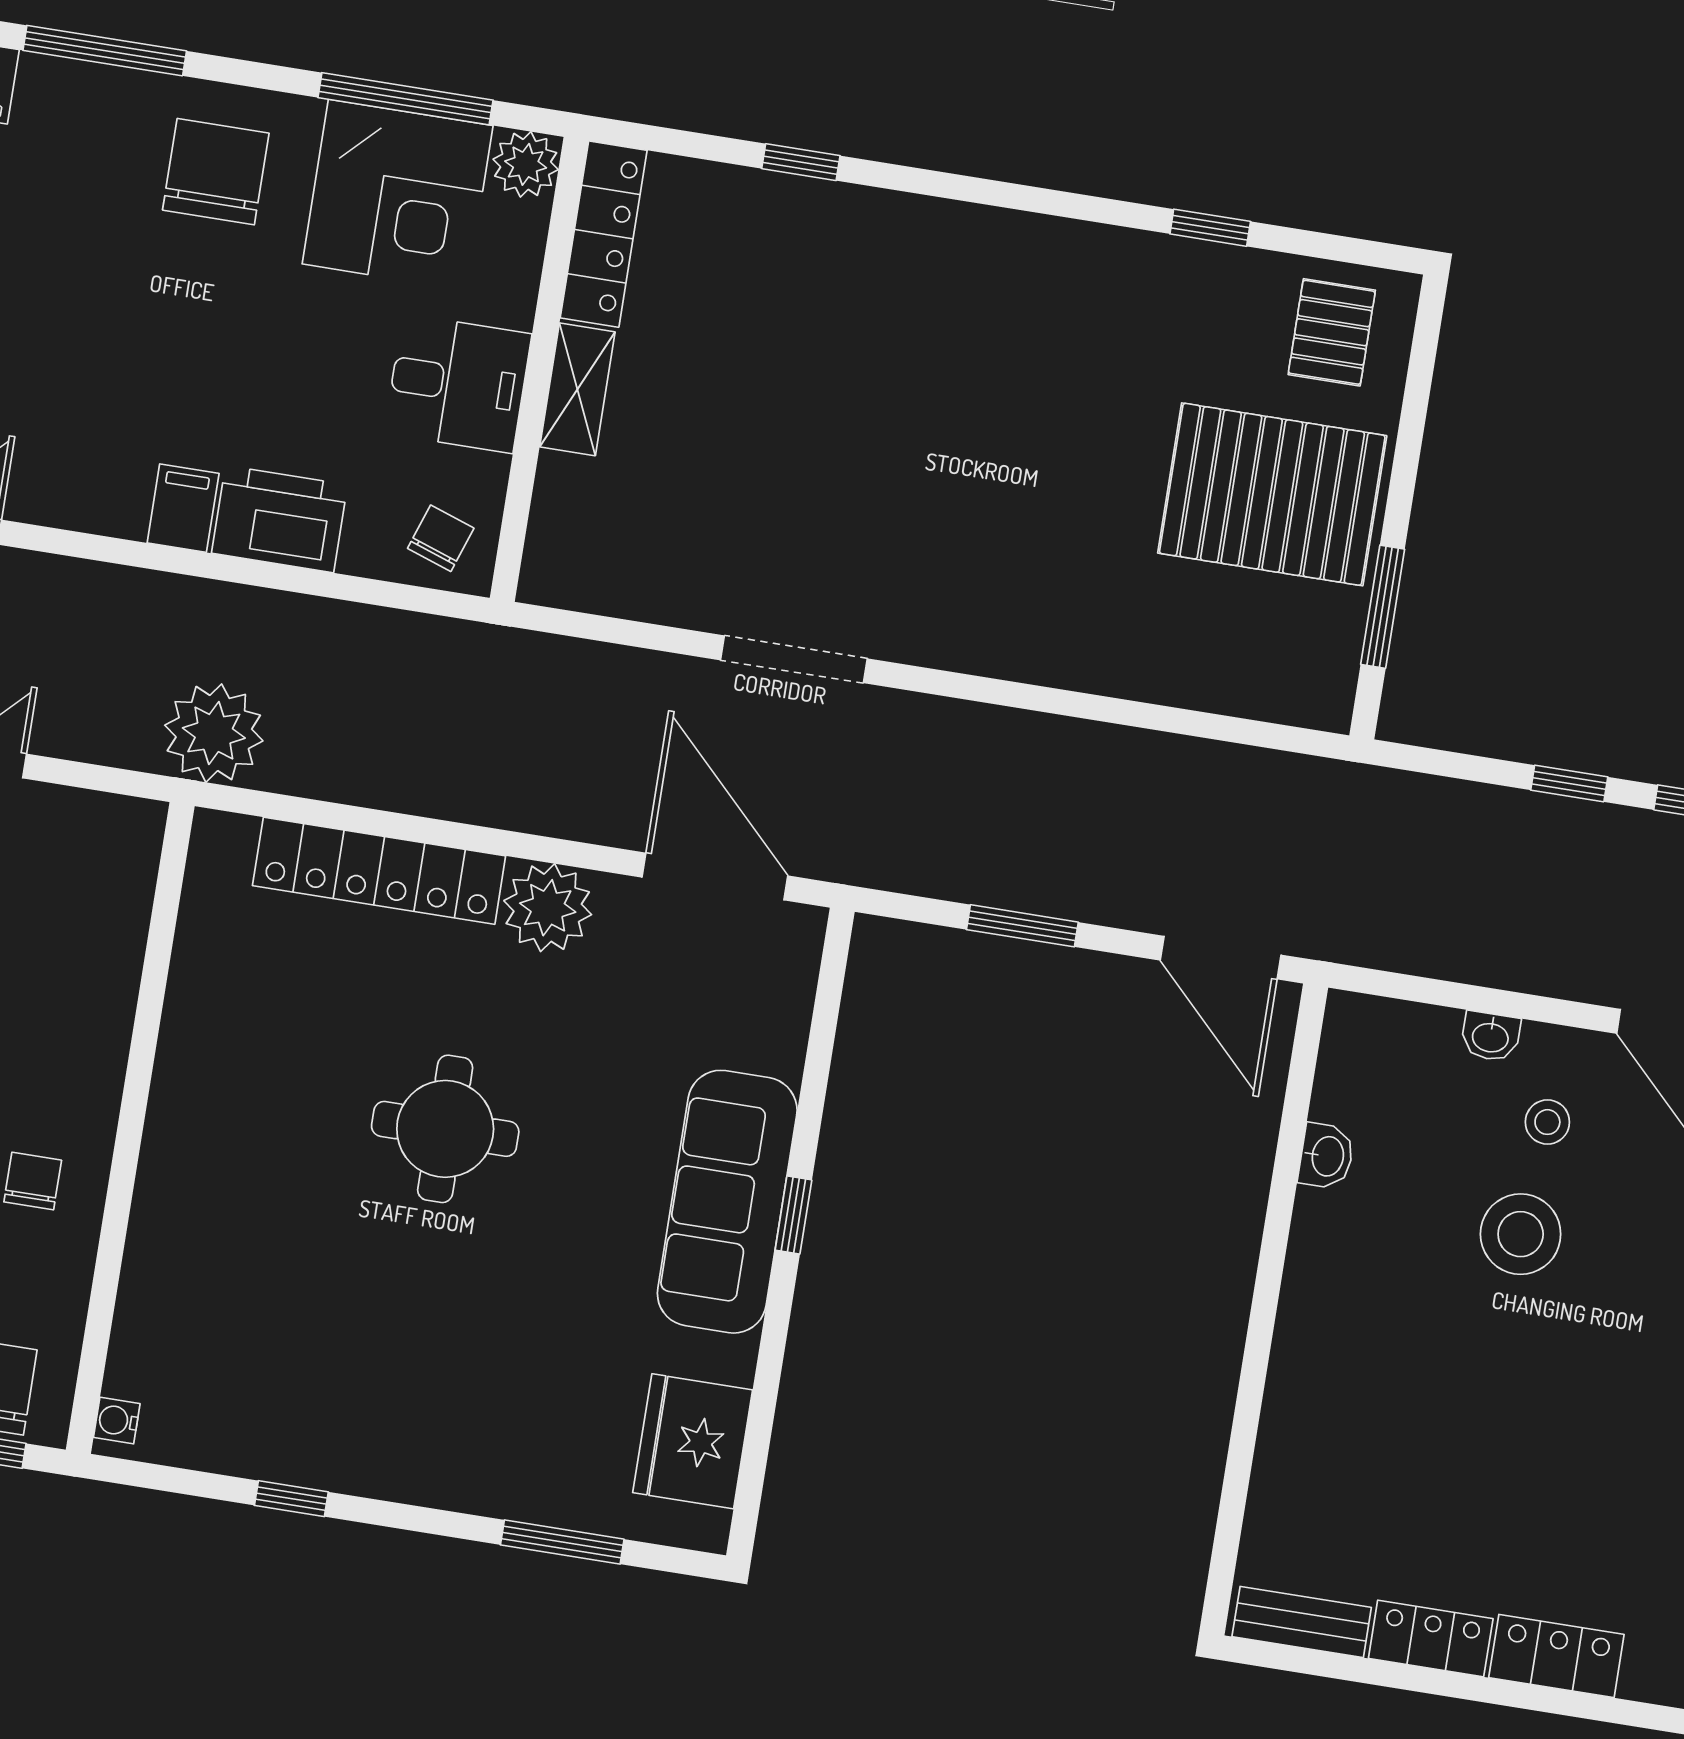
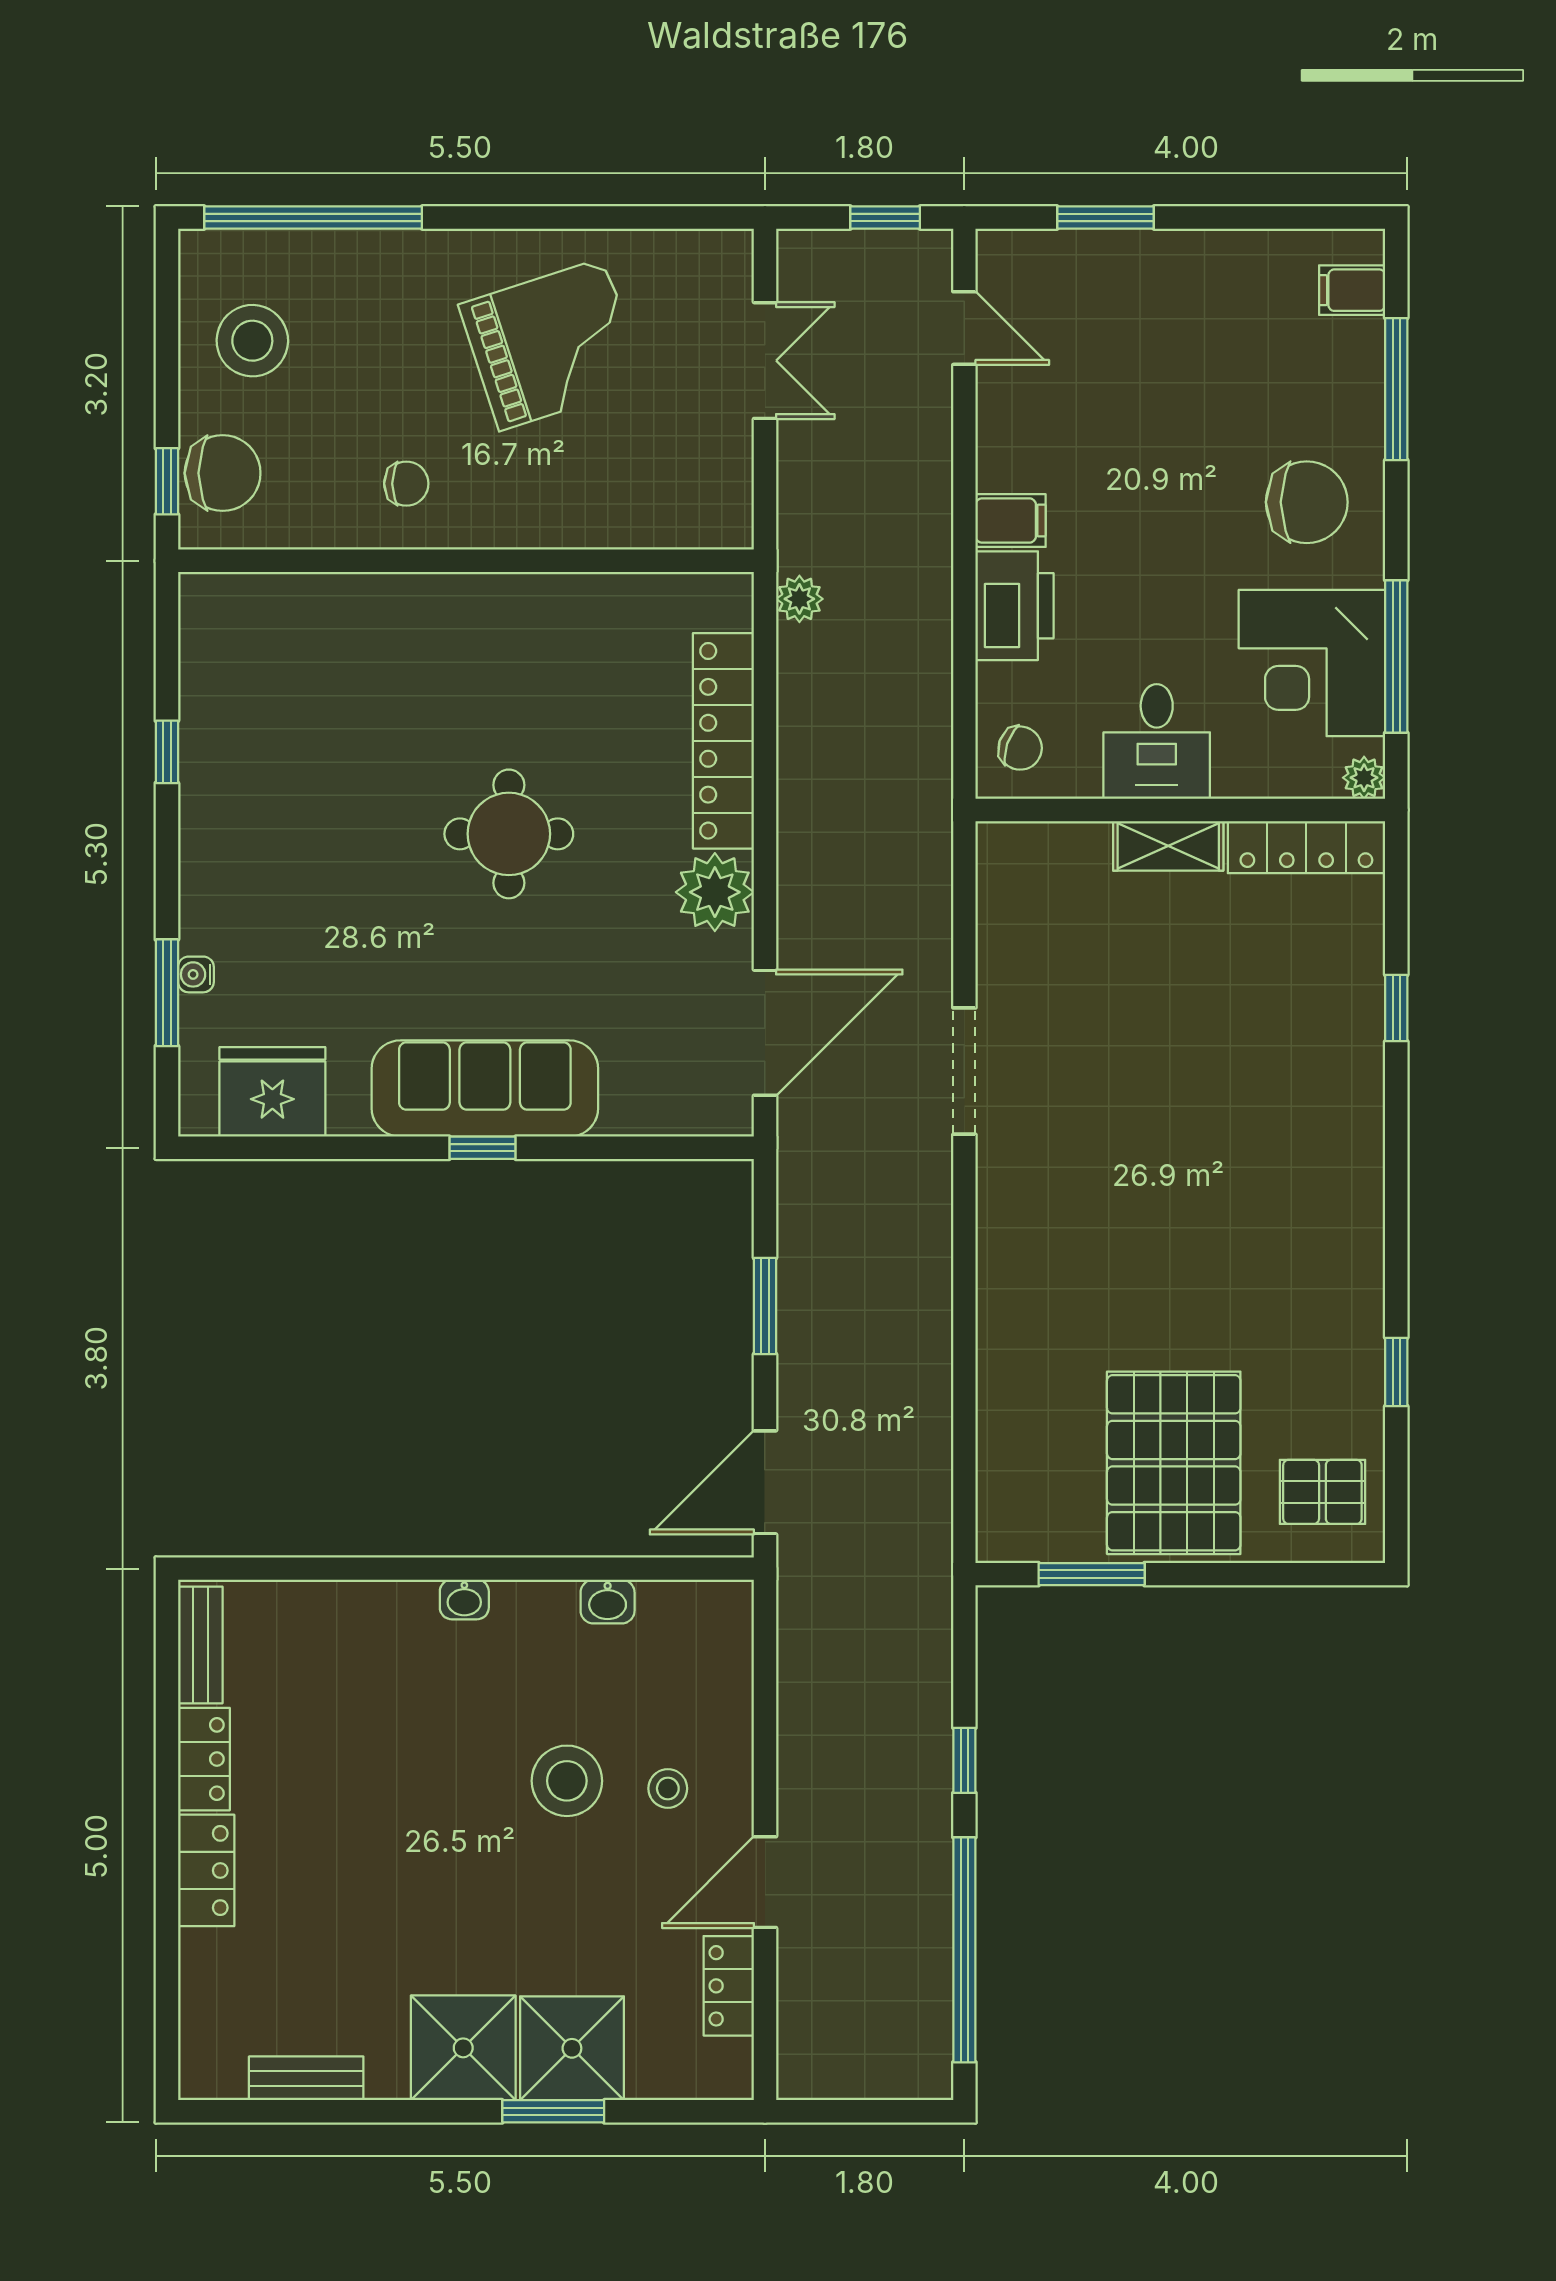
plant: (526, 164) -> (1364, 778), width x0.73, depth x0.73
plant: (214, 733) -> (799, 599), width x0.53, depth x0.53
washbasin: (1490, 1036) -> (464, 1599), moved, turned -90
water cooler: (117, 1421) -> (196, 974), moved, turned -90

